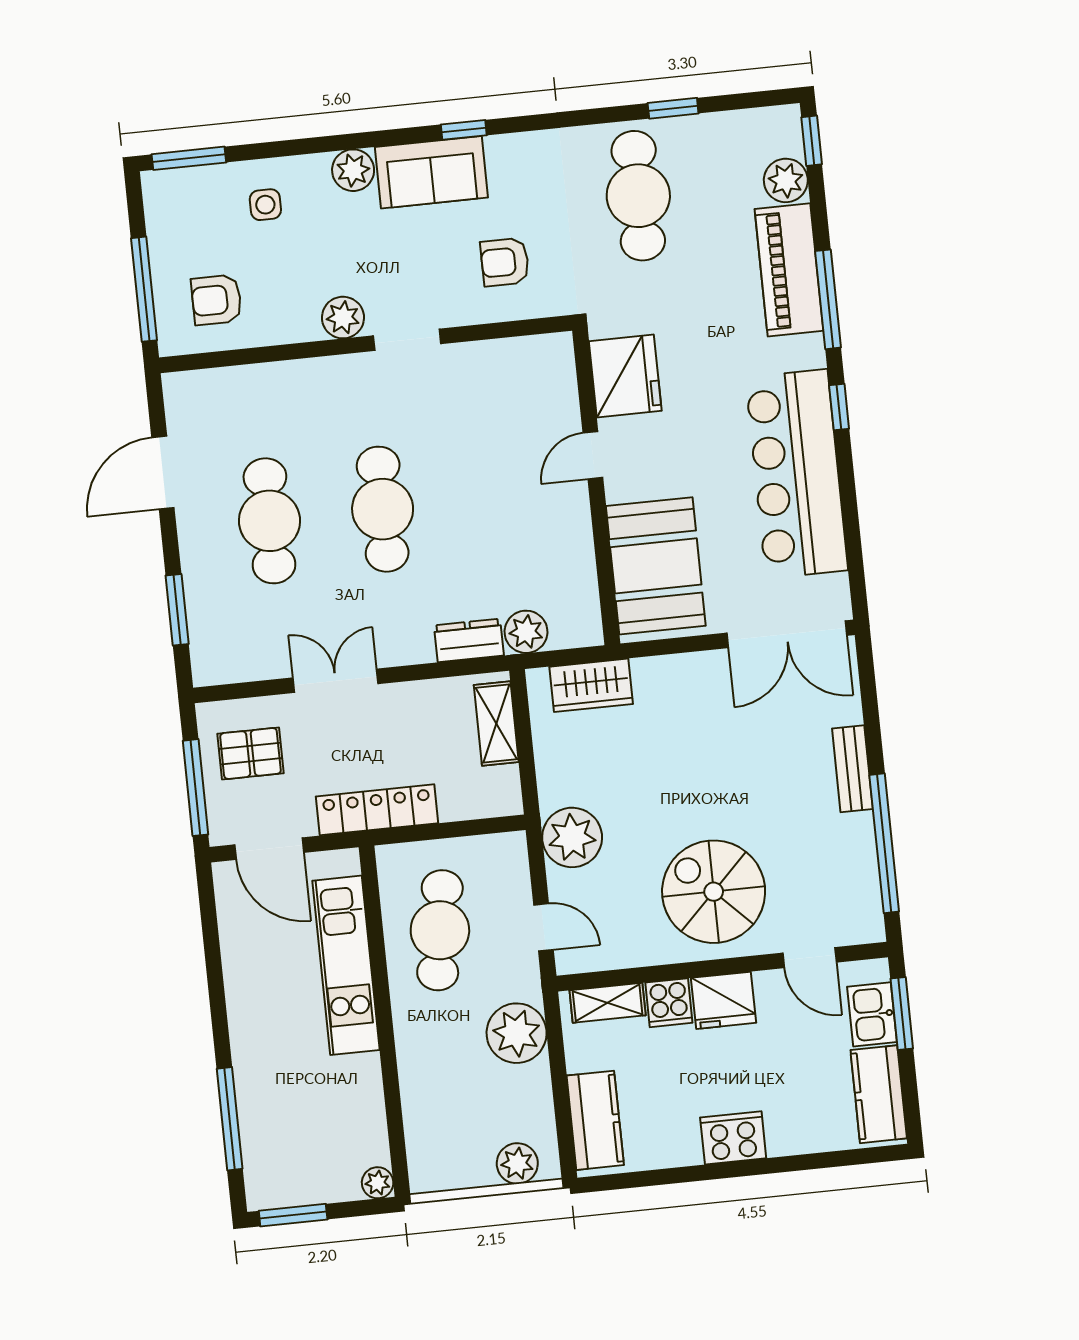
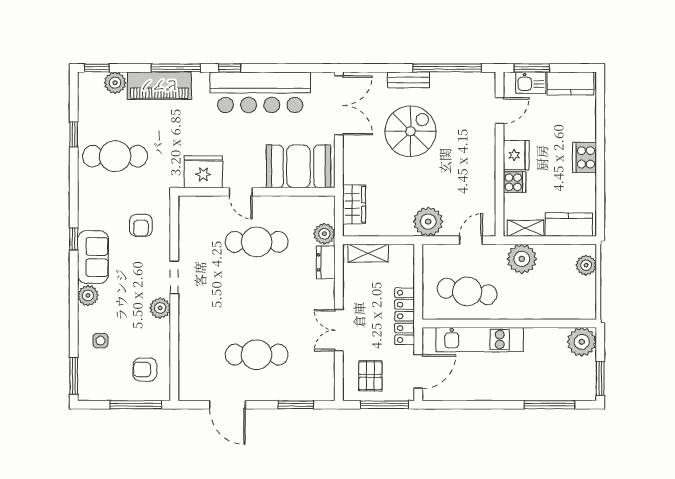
armchair: (216, 300) -> (145, 370), turned 90
cafe table: (383, 509) -> (257, 242), moved
spiral stairs: (714, 892) -> (410, 131), moved, turned 180
shelving: (608, 1003) -> (526, 228), moved, turned 90
plant: (378, 1183) -> (582, 342), width x1.88, depth x1.88

